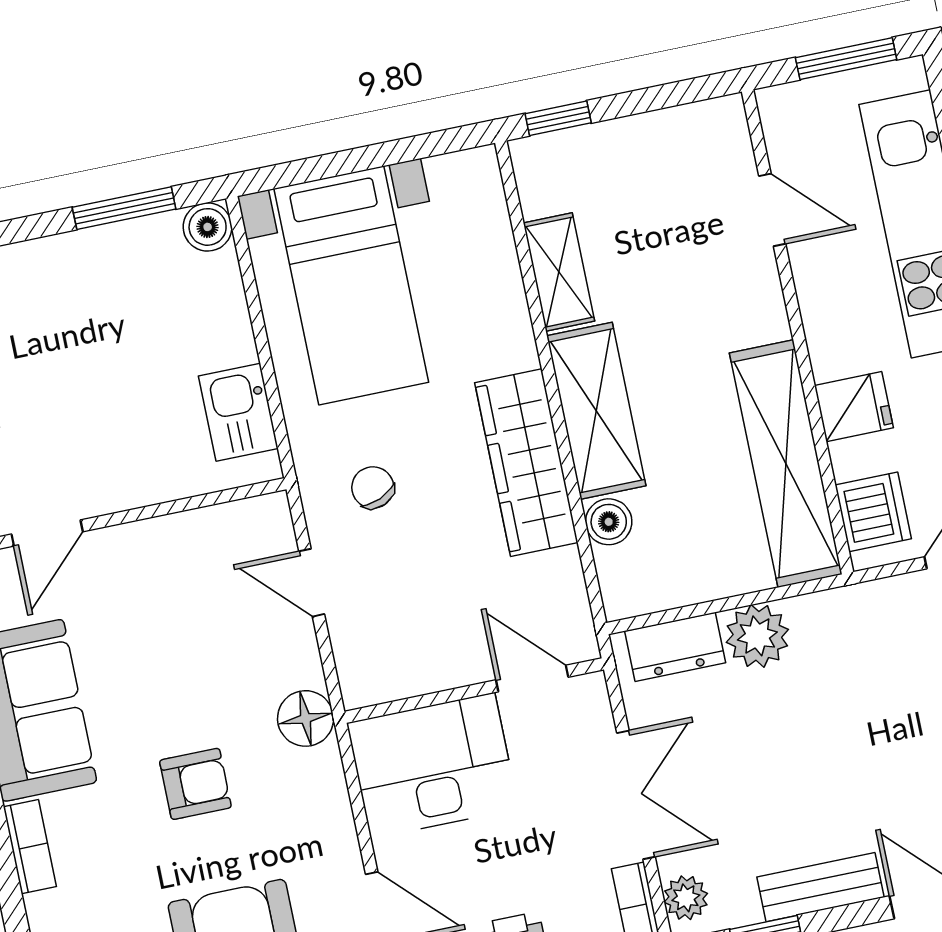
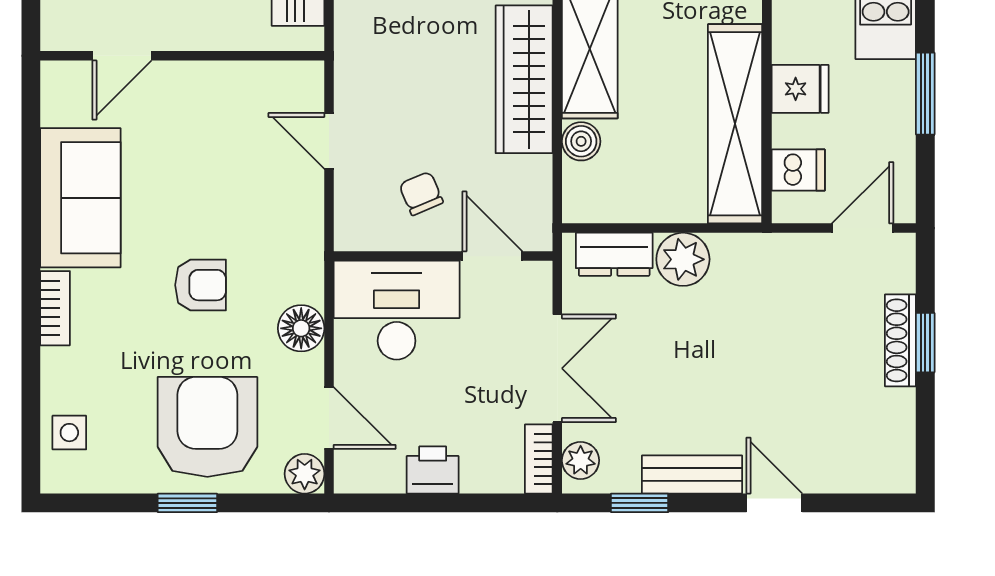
chair: (373, 488) -> (421, 193), moved
dishwasher: (873, 512) -> (798, 170), width x0.73
floor lamp: (306, 718) -> (301, 328), moved

